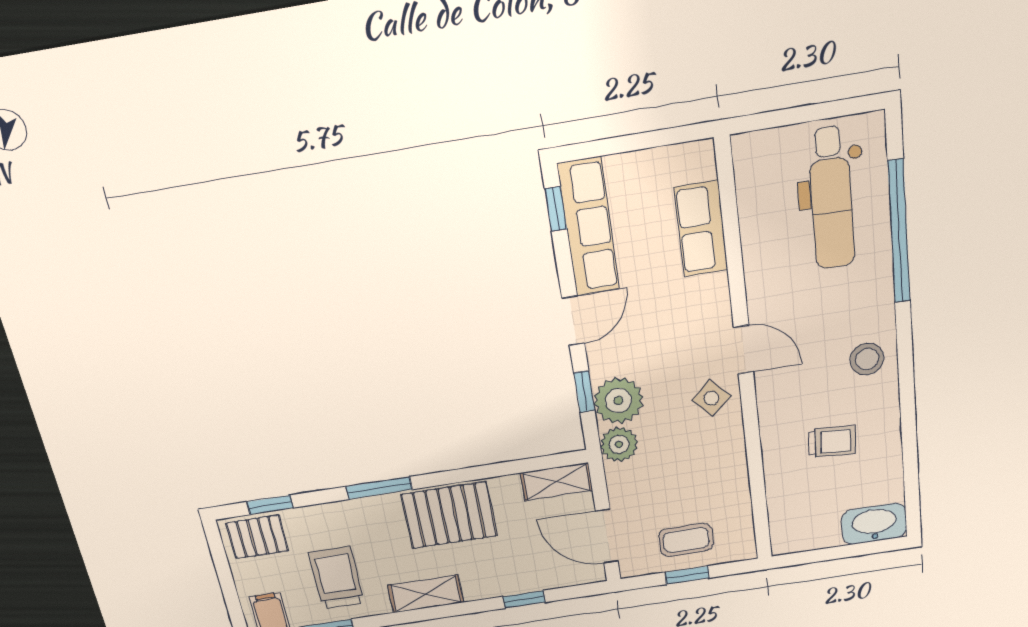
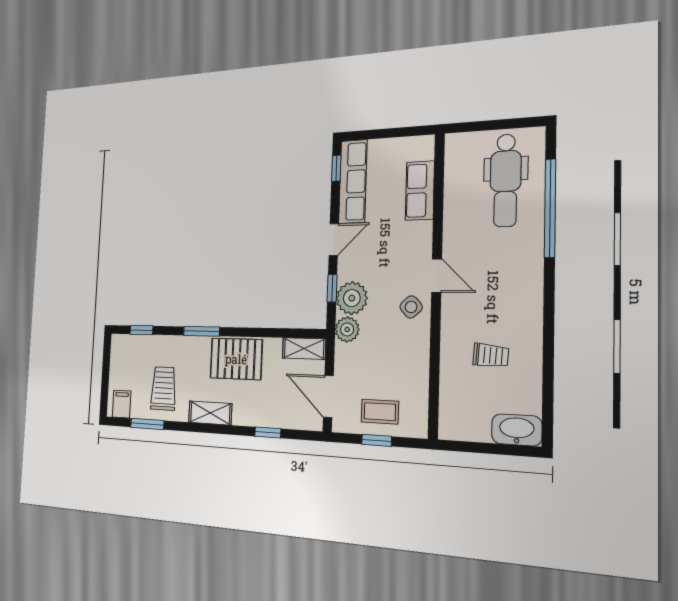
stool: (867, 359) -> (521, 296), removed
pallet: (257, 537) -> (129, 350), removed

